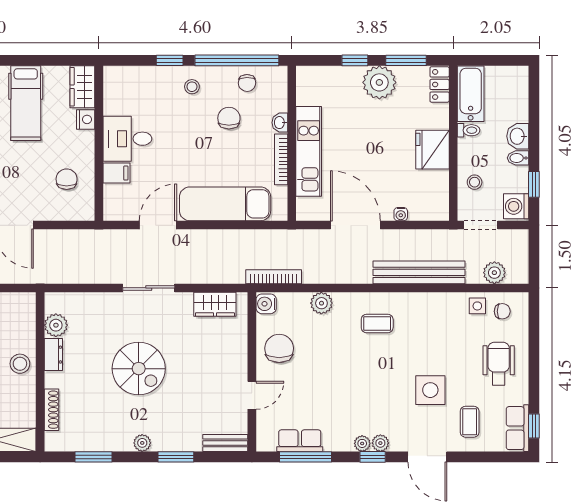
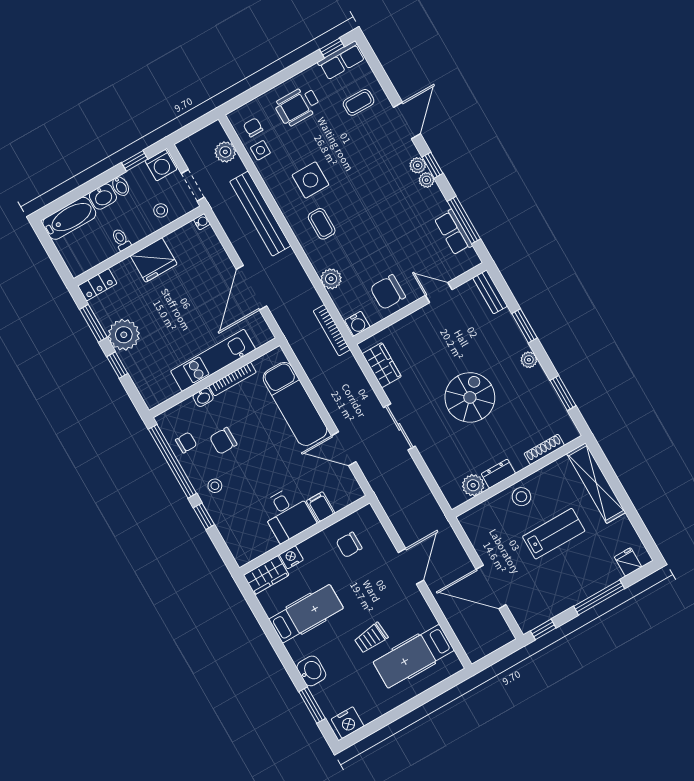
bathtub: (471, 94) -> (69, 218), moved, turned 180
water cooler: (401, 214) -> (202, 222), moved
side table: (430, 390) -> (310, 180), moved

